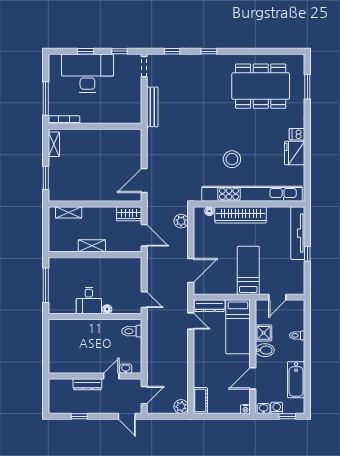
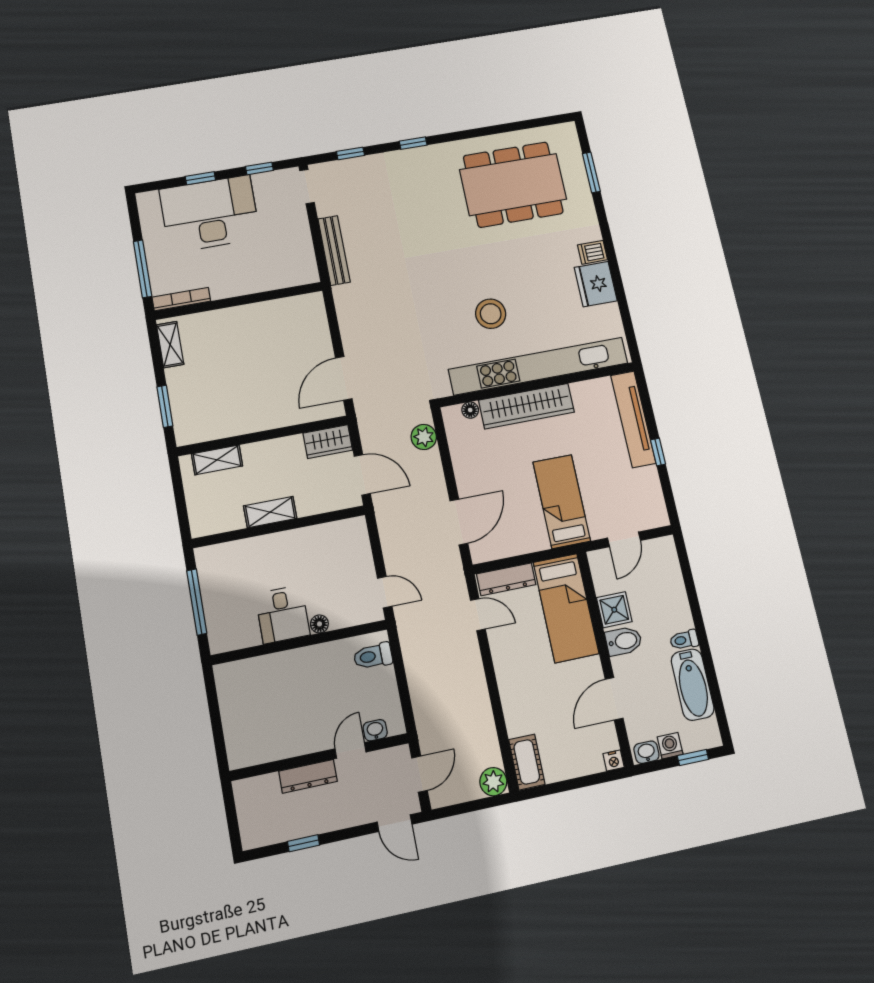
toilet: (297, 335) -> (684, 640), moved

